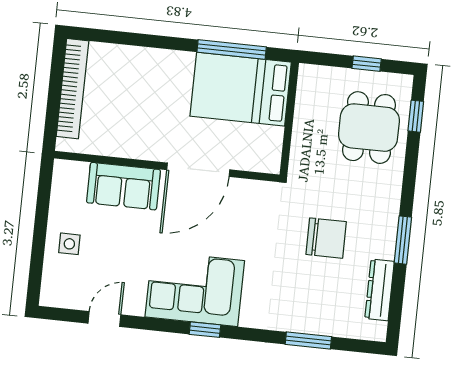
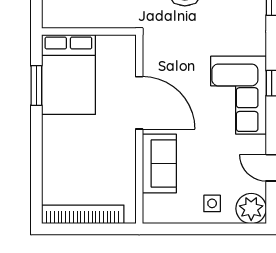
window: (232, 49) -> (36, 85), width x0.69
plant: (58, 290) -> (251, 209), added

